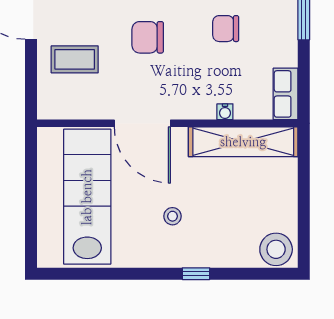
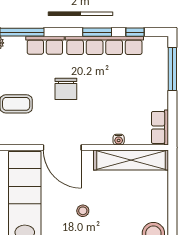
chair: (226, 29) -> (119, 83), removed
chair: (148, 37) -> (66, 89), turned -90

